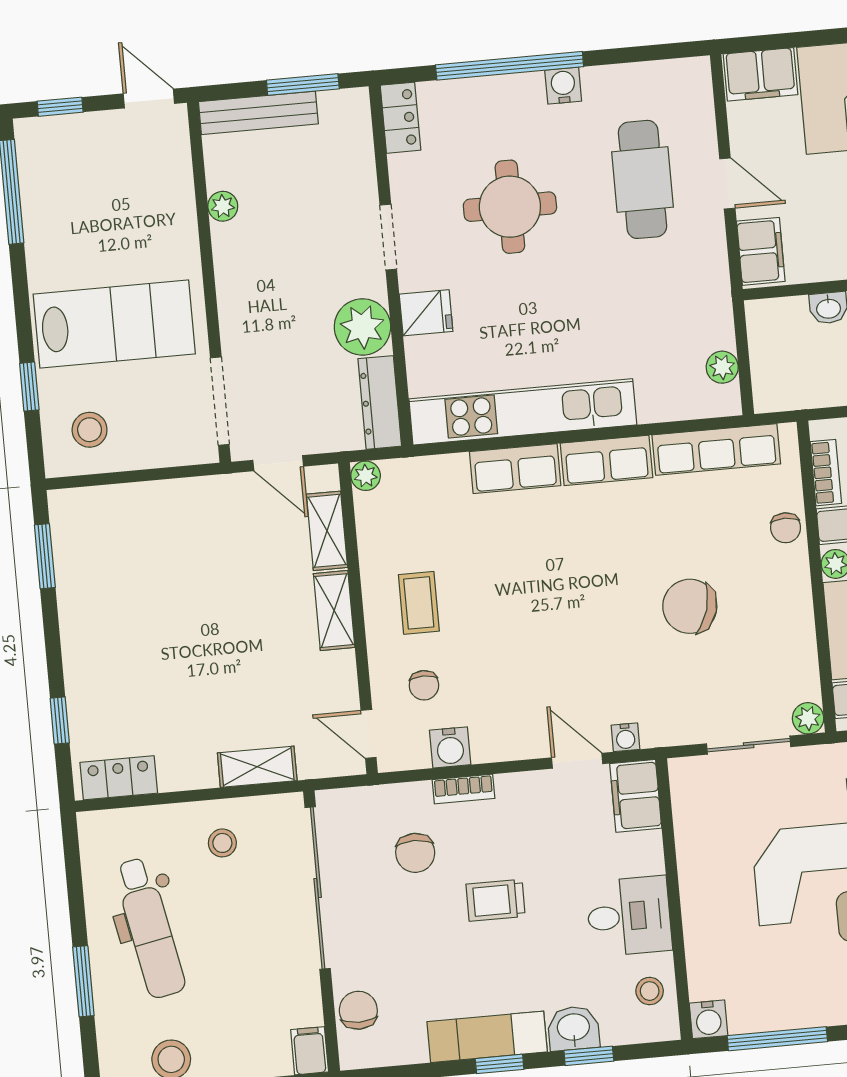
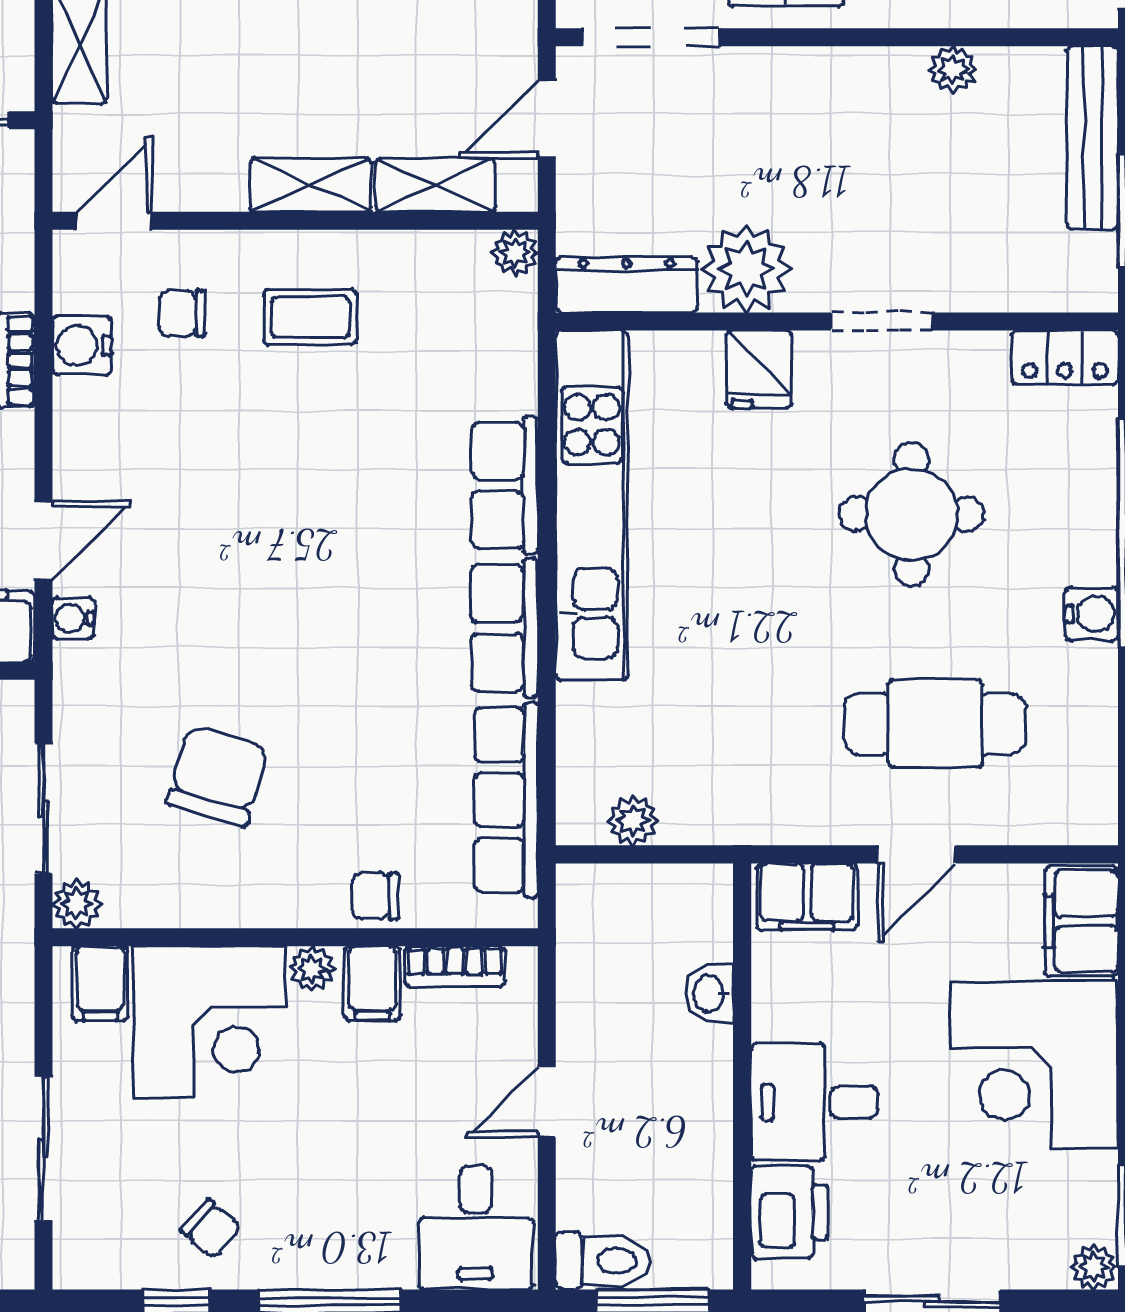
chair: (690, 606) -> (218, 776), moved

